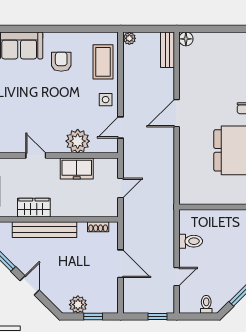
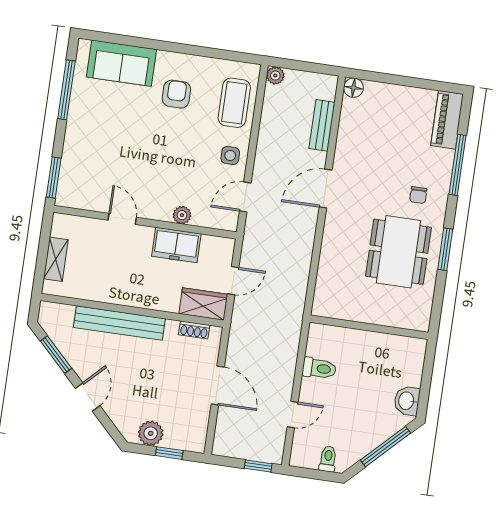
bench: (167, 50) -> (322, 125), moved
plant: (78, 141) -> (182, 215), width x0.53, depth x0.53
wardrobe: (34, 208) -> (203, 304), moved

